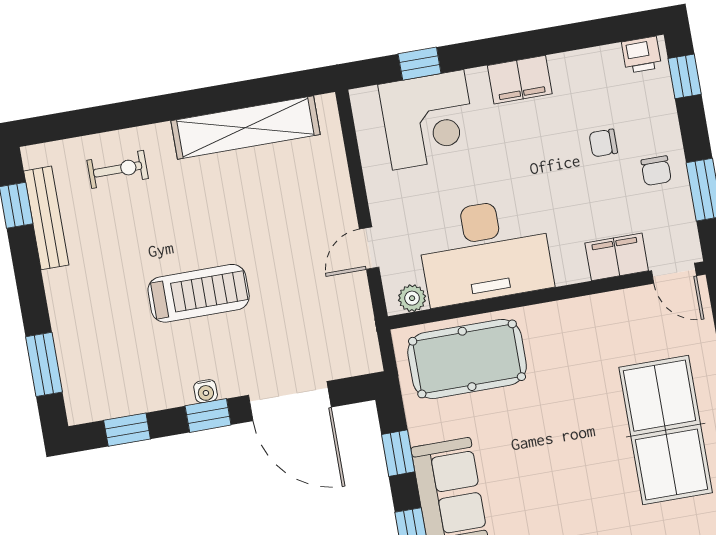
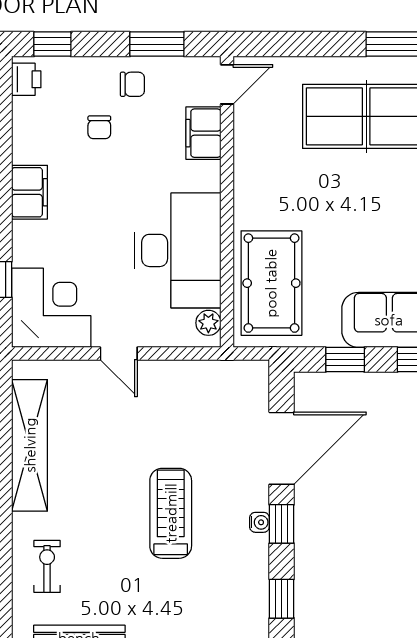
corner desk: (428, 120) -> (51, 308), moved
door: (369, 248) -> (119, 353), moved

